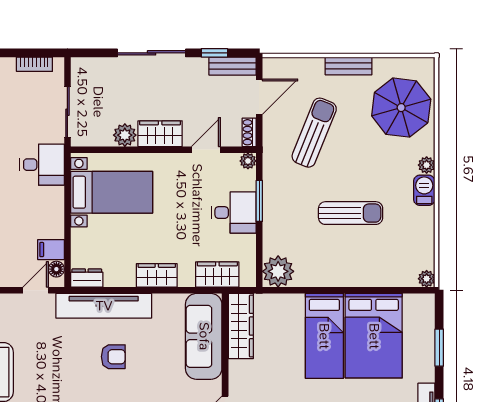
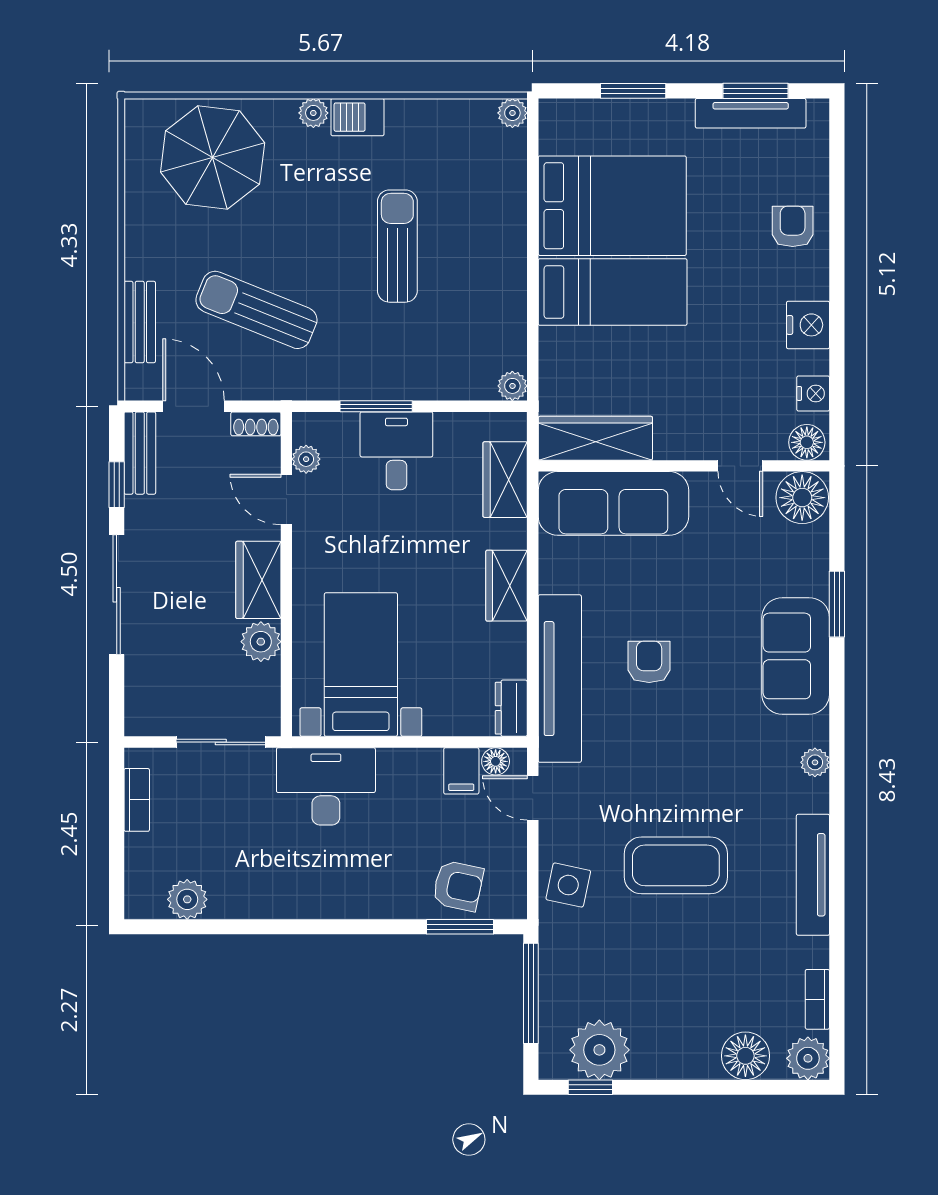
bench: (349, 66) -> (140, 322), moved
plant: (248, 161) -> (306, 459), moved
desk: (42, 165) -> (326, 786), width x1.37
plant: (278, 271) -> (512, 386), width x0.53, depth x0.53

